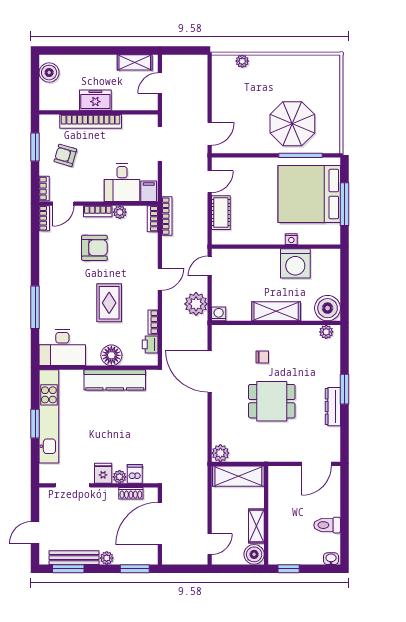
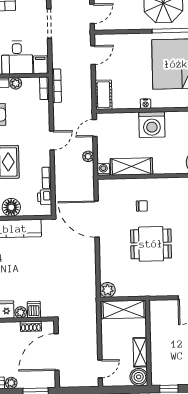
cot: (221, 213) -> (104, 95), moved
nightstand: (291, 239) -> (146, 104), moved
washing machine: (295, 263) -> (152, 125), moved
plant: (196, 304) -> (88, 156), width x0.53, depth x0.53
shelving: (276, 311) -> (131, 166), moved

